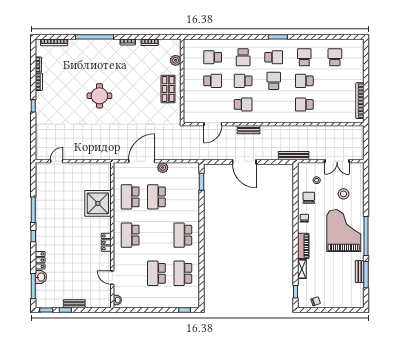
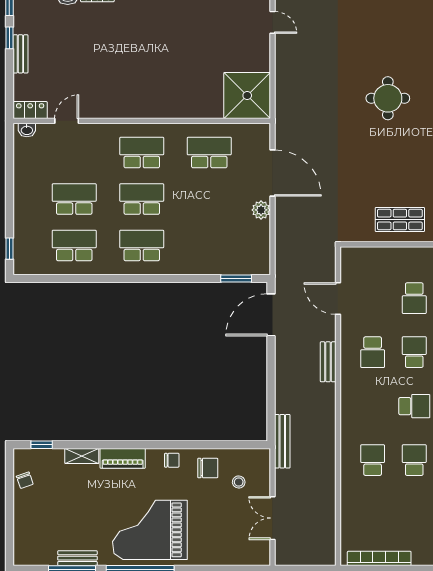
door: (244, 162) -> (271, 315), moved
stool: (344, 194) -> (215, 529), removed
school desk: (156, 197) -> (142, 199), moved
shower: (98, 203) -> (247, 96), moved
grand piano: (344, 231) -> (150, 530), turned 180
locker: (106, 242) -> (30, 110), moved

